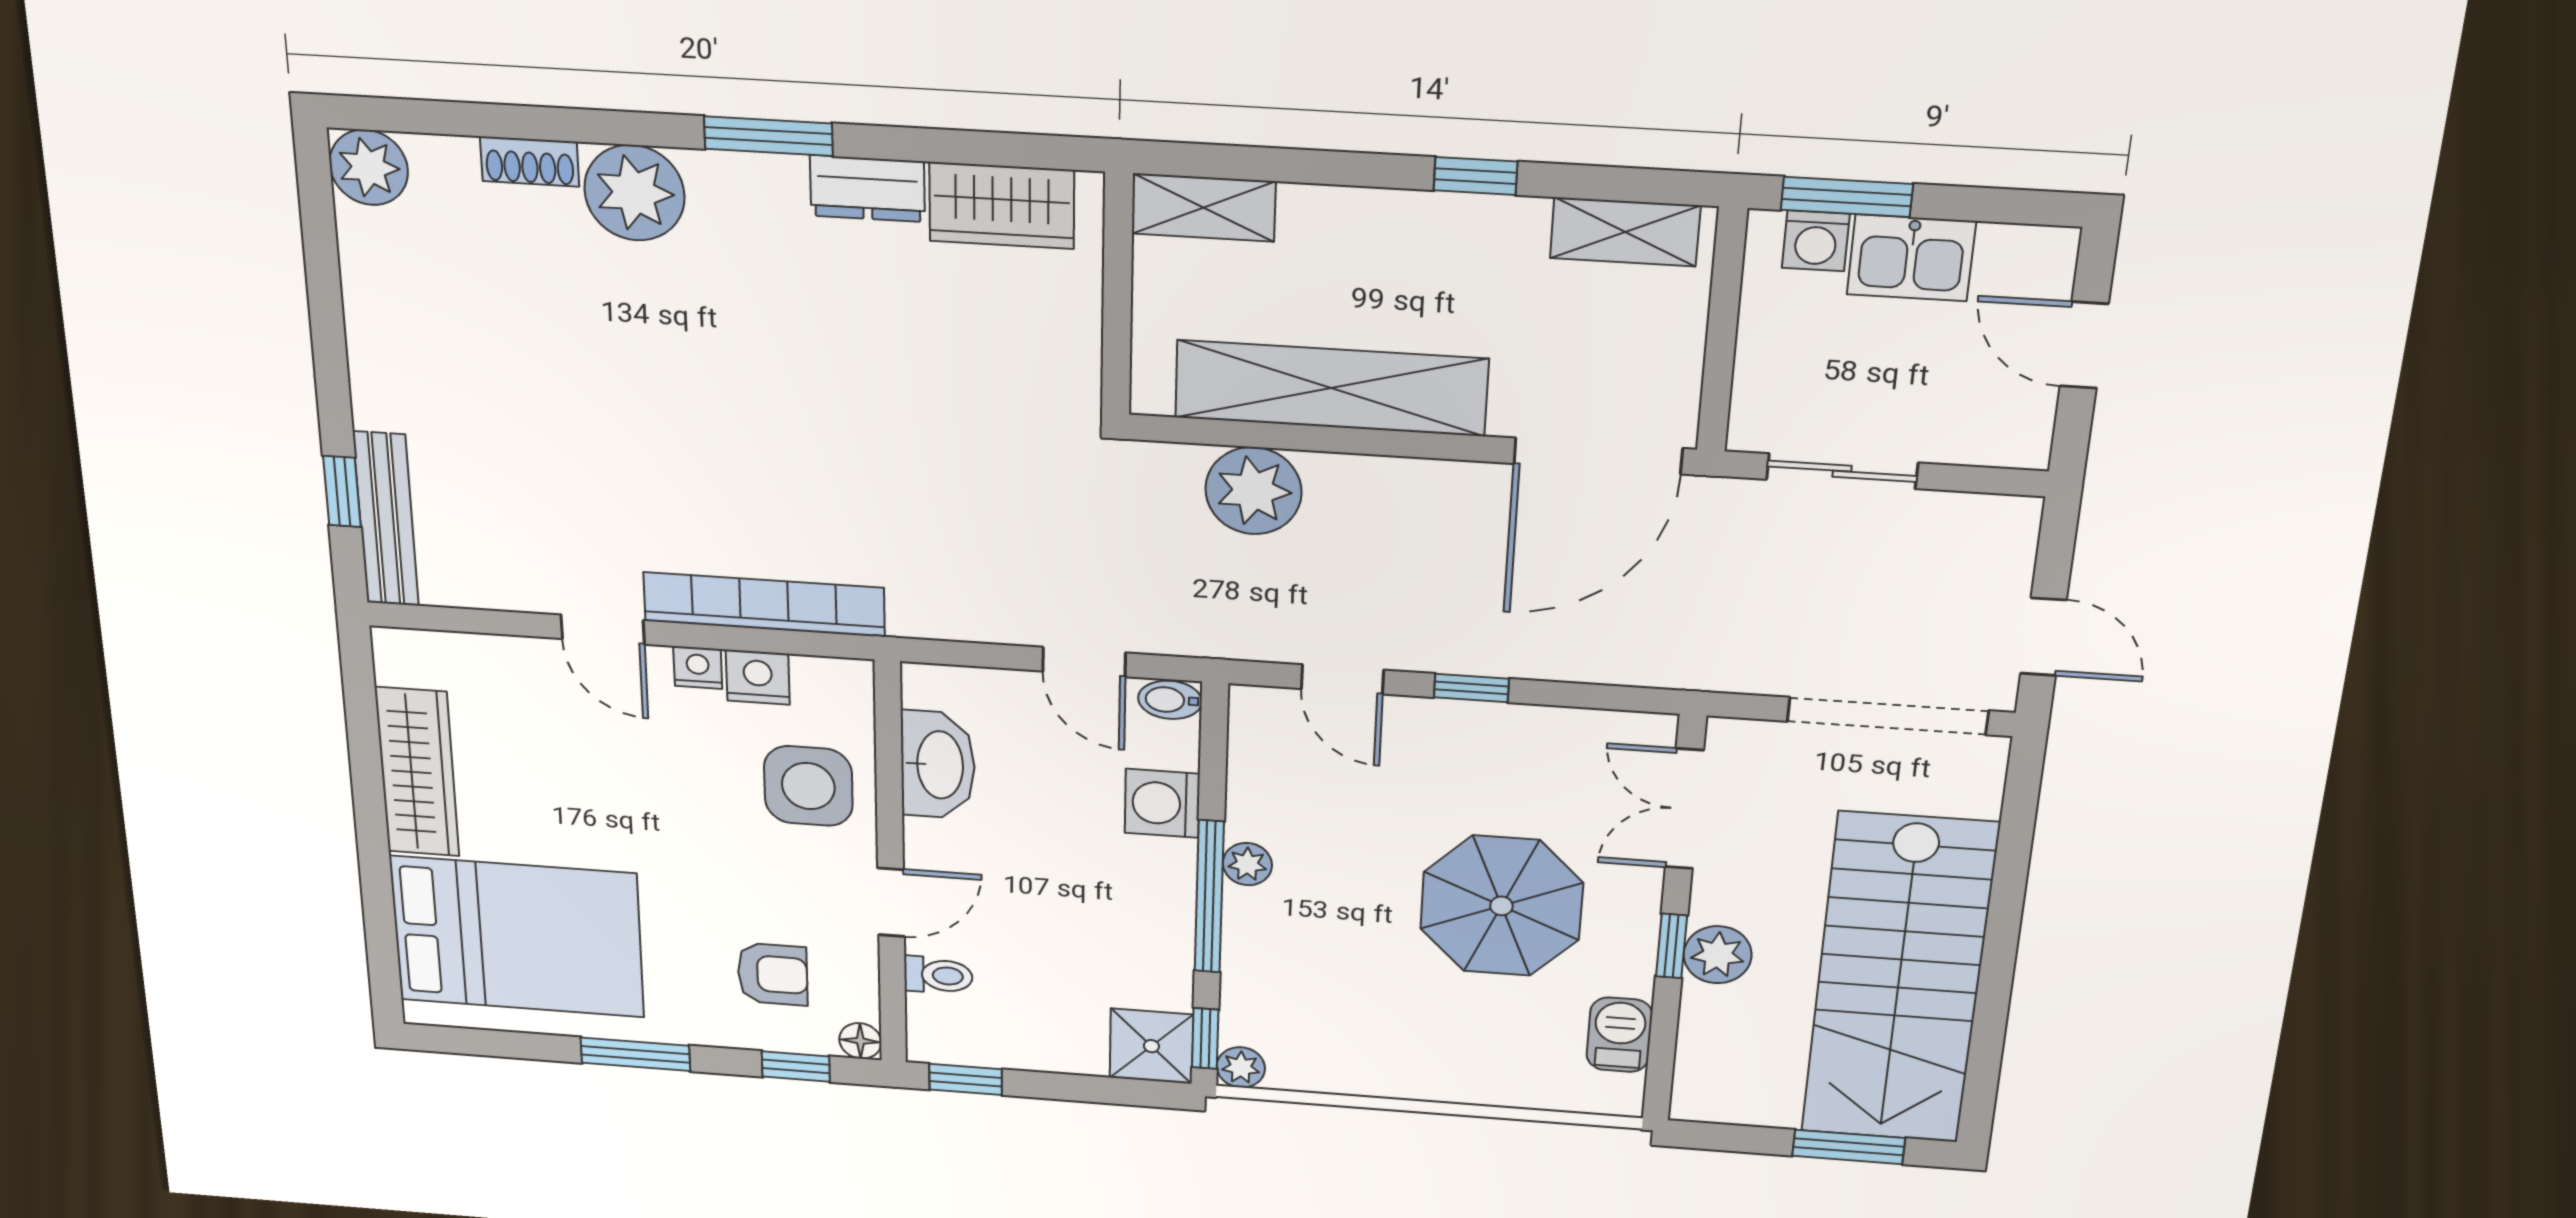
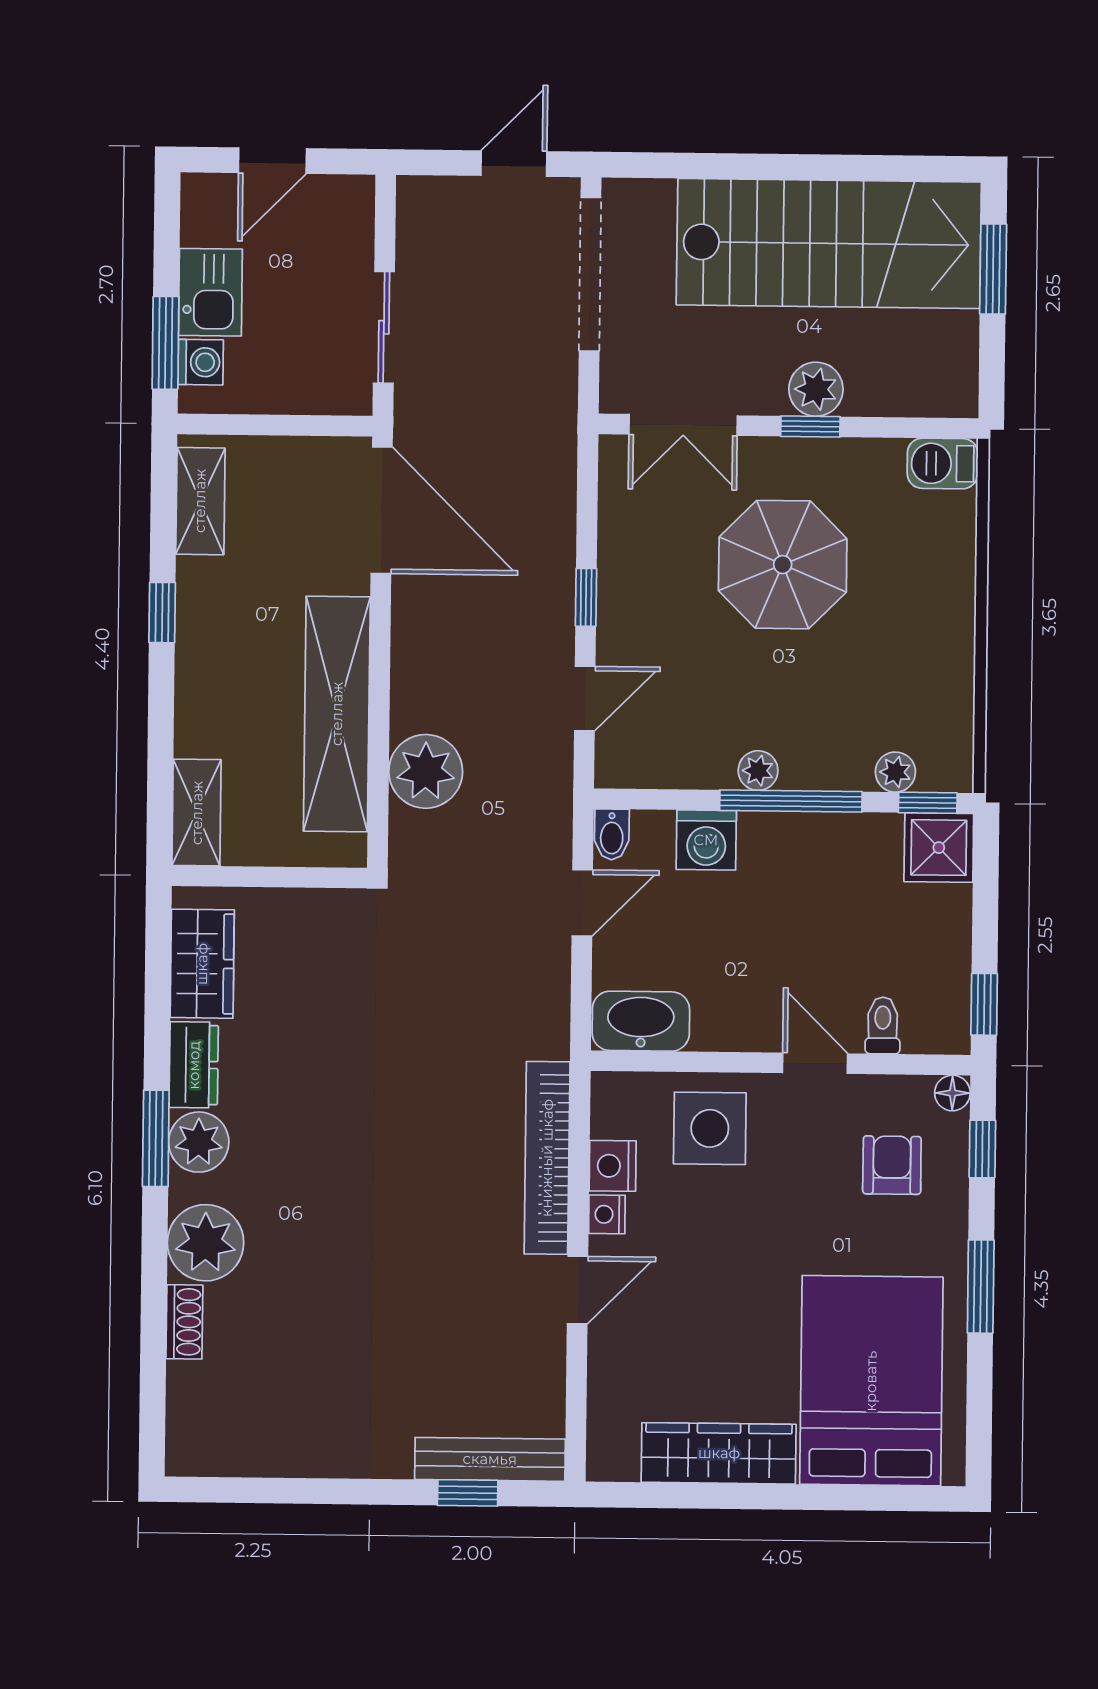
plant: (369, 167) -> (199, 1142), moved
washbasin: (938, 765) -> (641, 1021), moved
barbecue: (1619, 1035) -> (943, 463), moved
plant: (1241, 1067) -> (895, 772), moved

